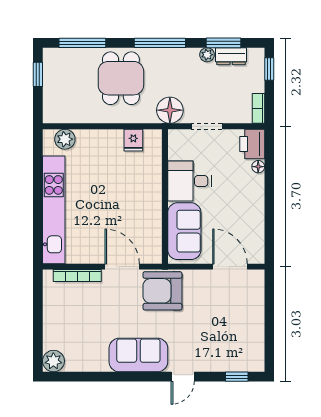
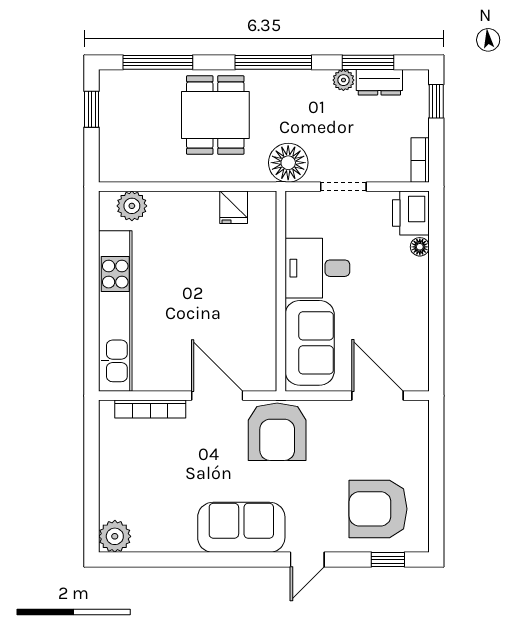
armchair: (162, 291) -> (277, 432), turned -90
armchair: (230, 343) -> (378, 509), added

